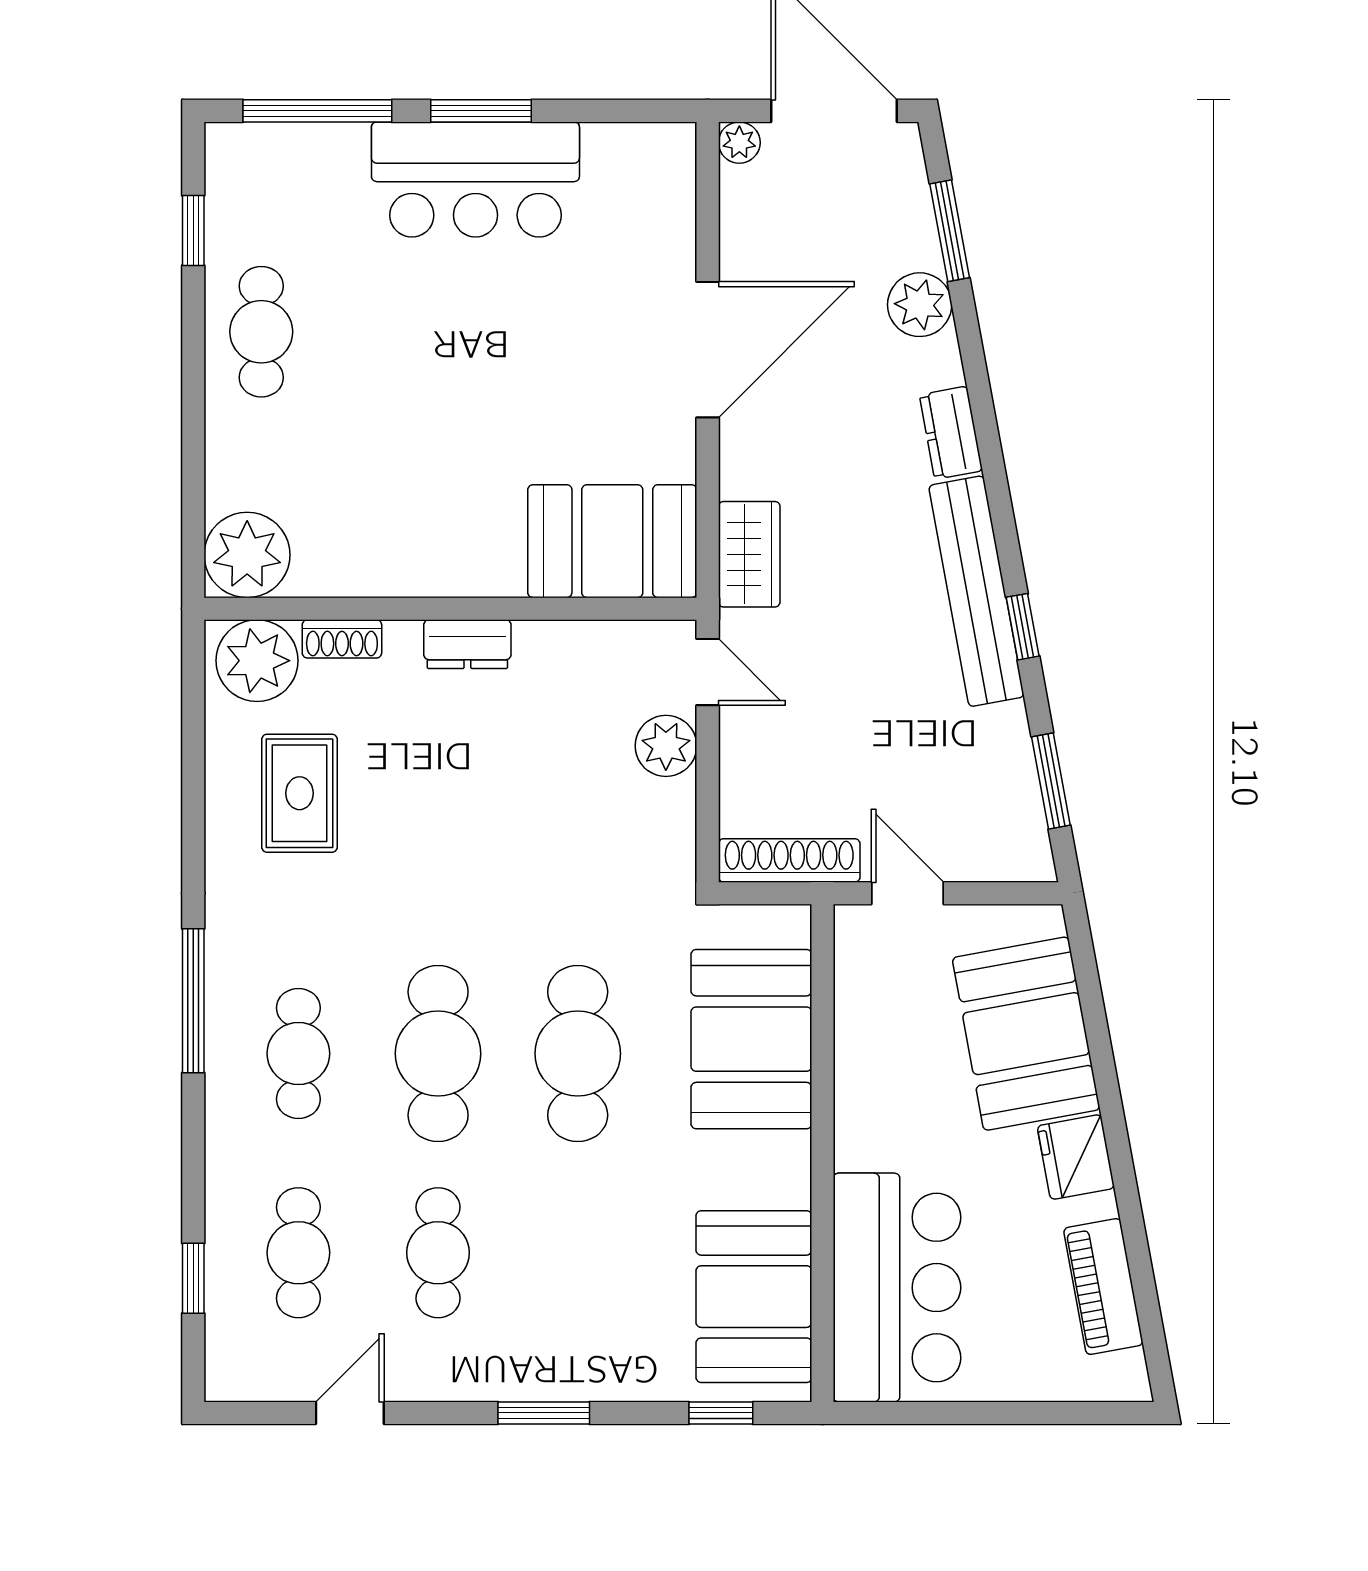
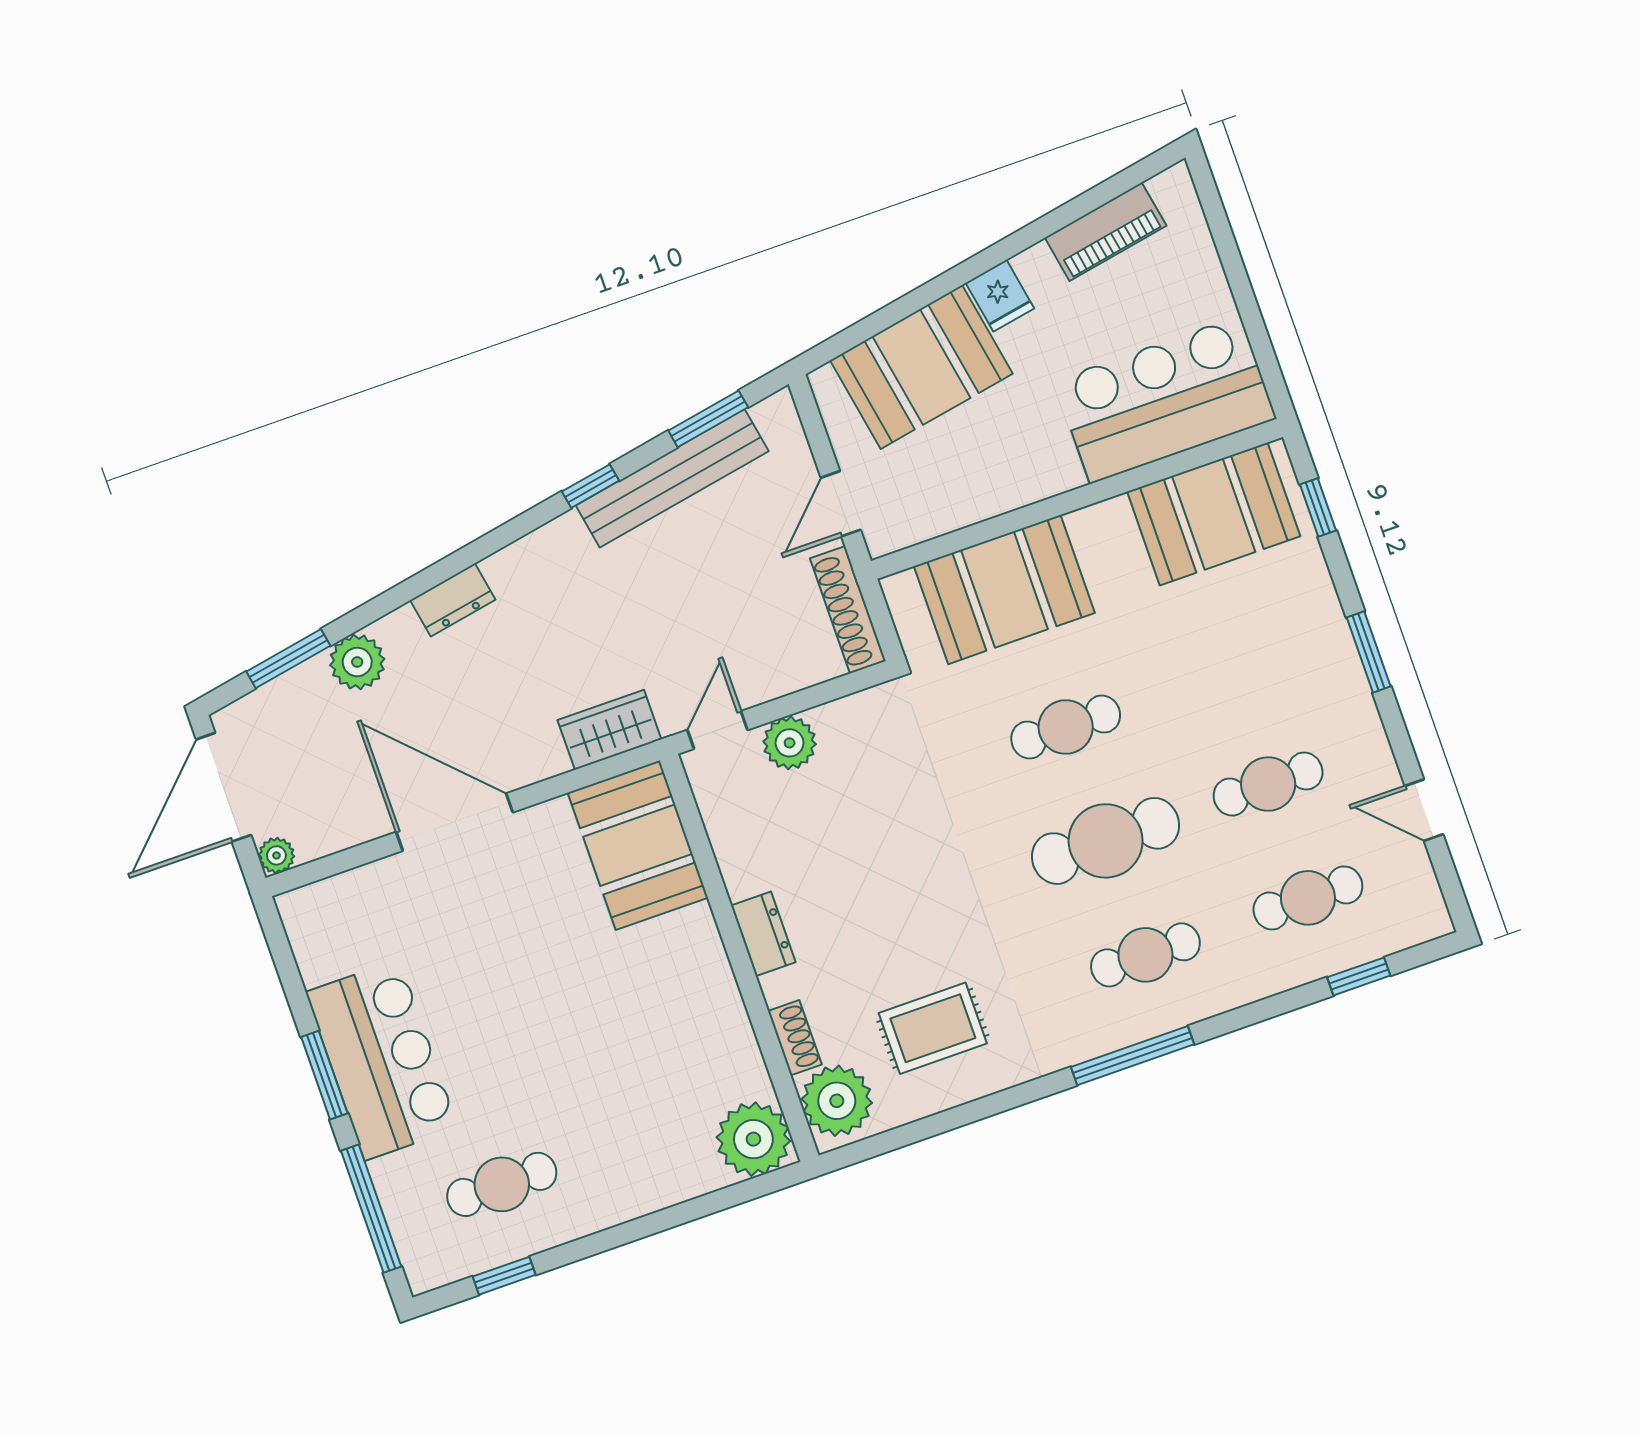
cafe table: (261, 332) -> (502, 1184), moved
bench: (976, 591) -> (672, 478), moved
cafe table: (578, 1054) -> (1066, 727), width x0.73, depth x0.74
fridge: (1076, 1157) -> (1000, 296), width x0.72

